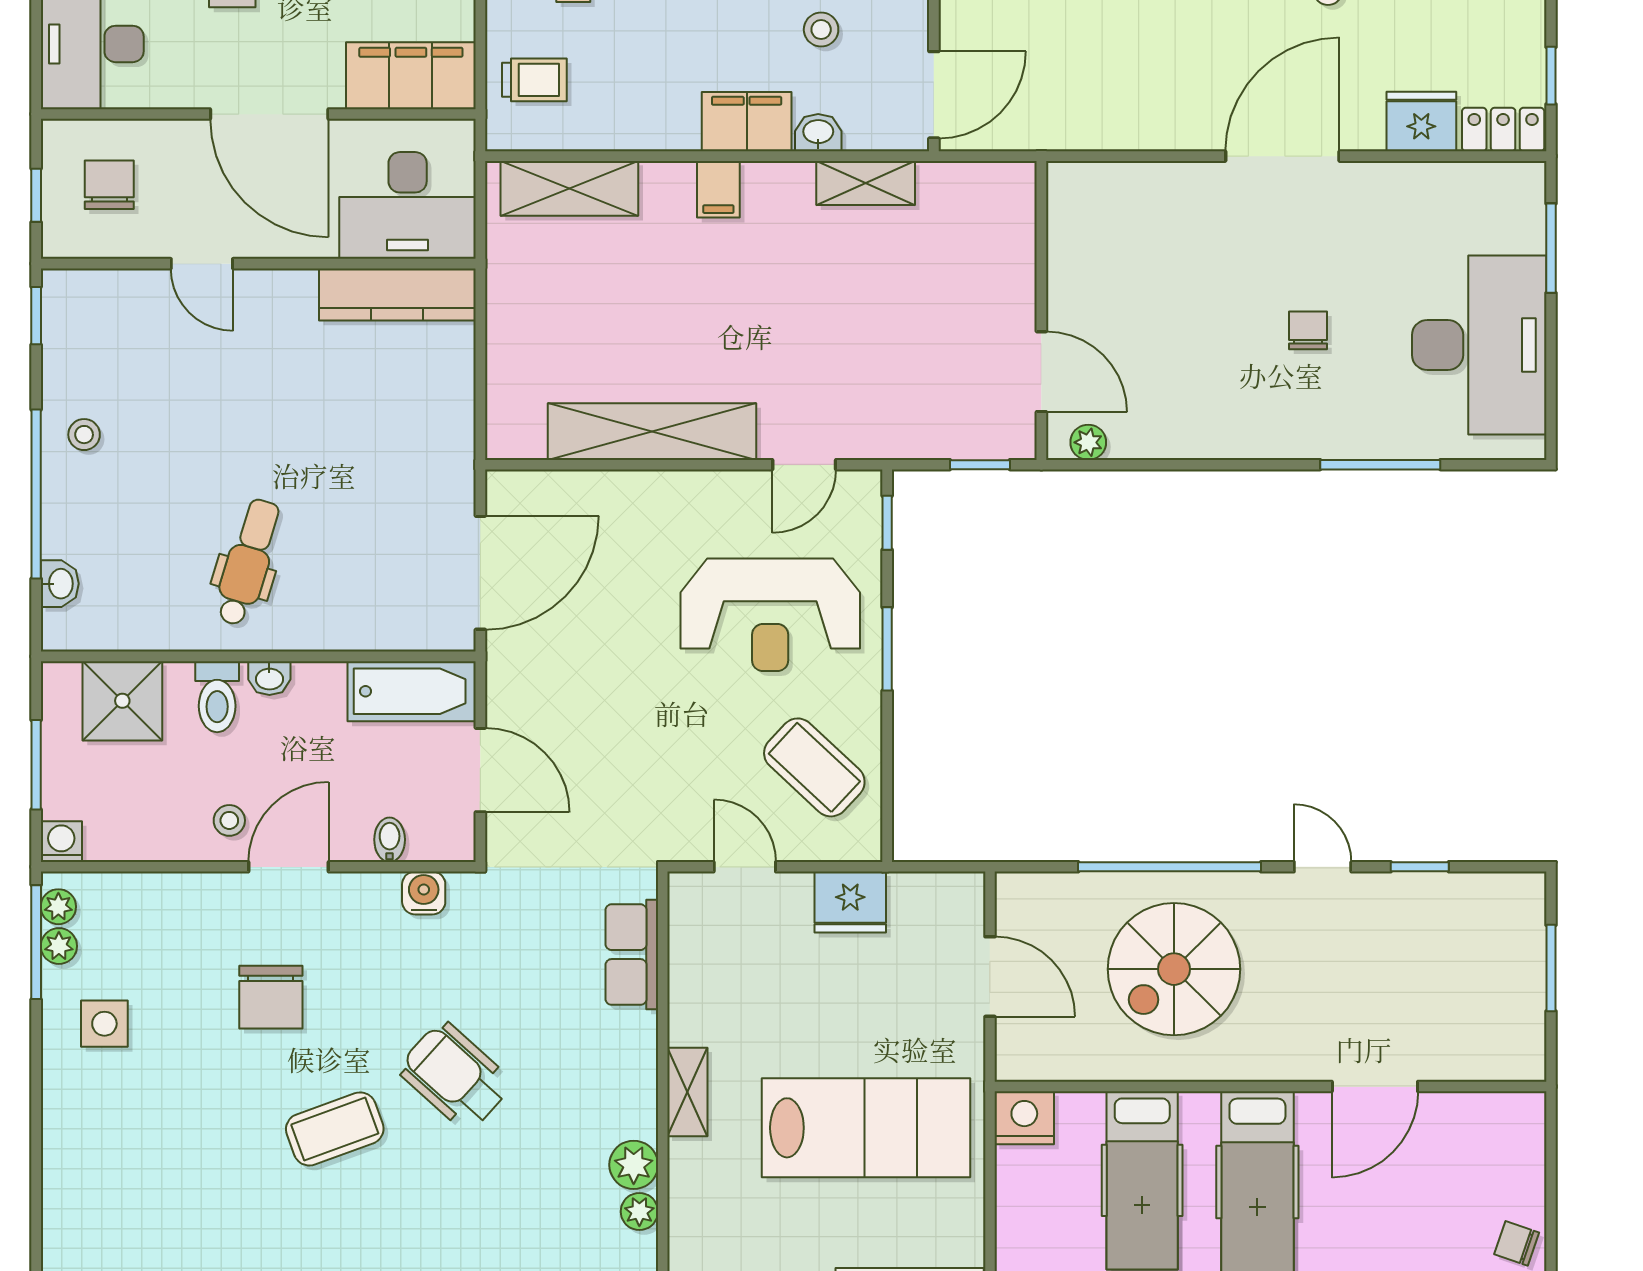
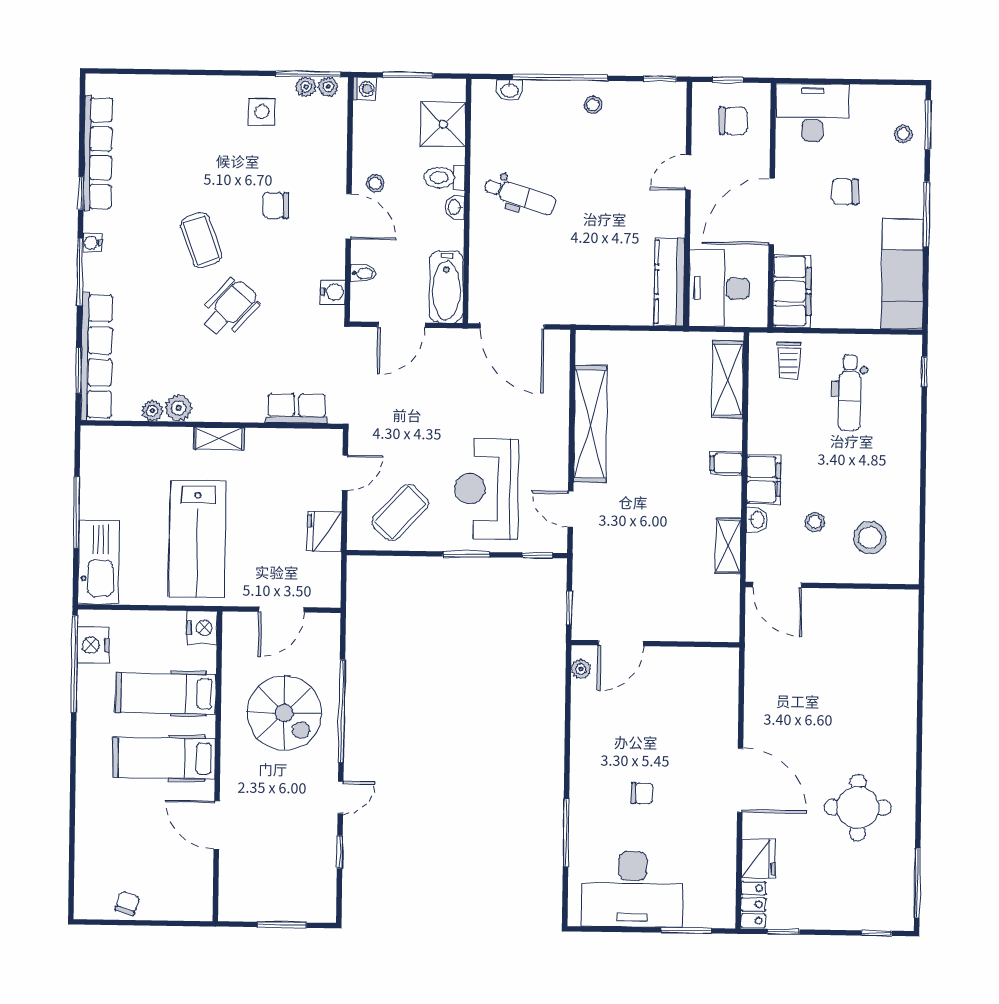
spiral stairs: (1174, 969) -> (284, 713), turned 180
chair: (271, 997) -> (276, 205), width x0.73, depth x0.73

